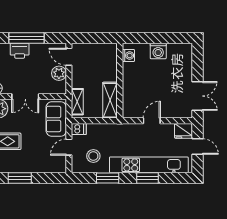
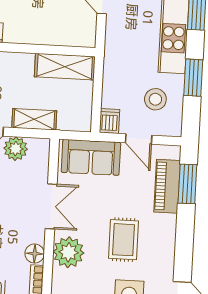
shelving: (77, 102) -> (34, 119), moved
piano: (41, 166) -> (167, 186), added
window: (20, 178) -> (187, 184), moved

